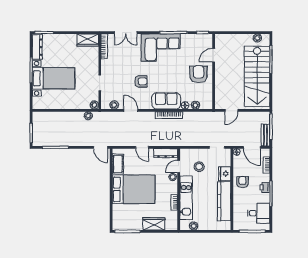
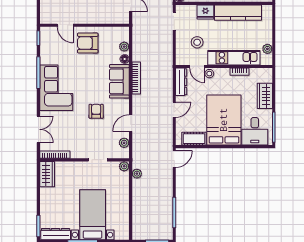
desk: (124, 215) -> (255, 131), added

